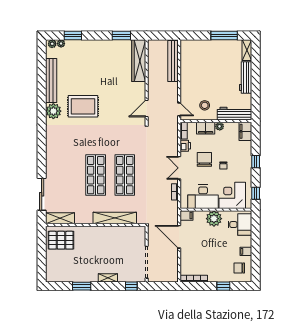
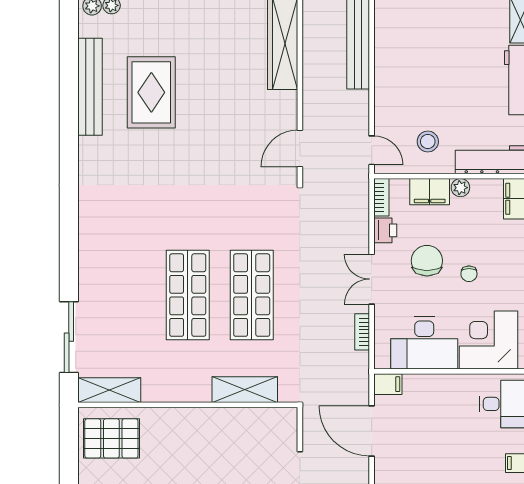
rug: (83, 106) -> (151, 92), moved, turned 90
plant: (53, 111) -> (95, 154), removed
shelving: (115, 218) -> (245, 390), width x0.68
plant: (214, 219) -> (448, 391), removed

